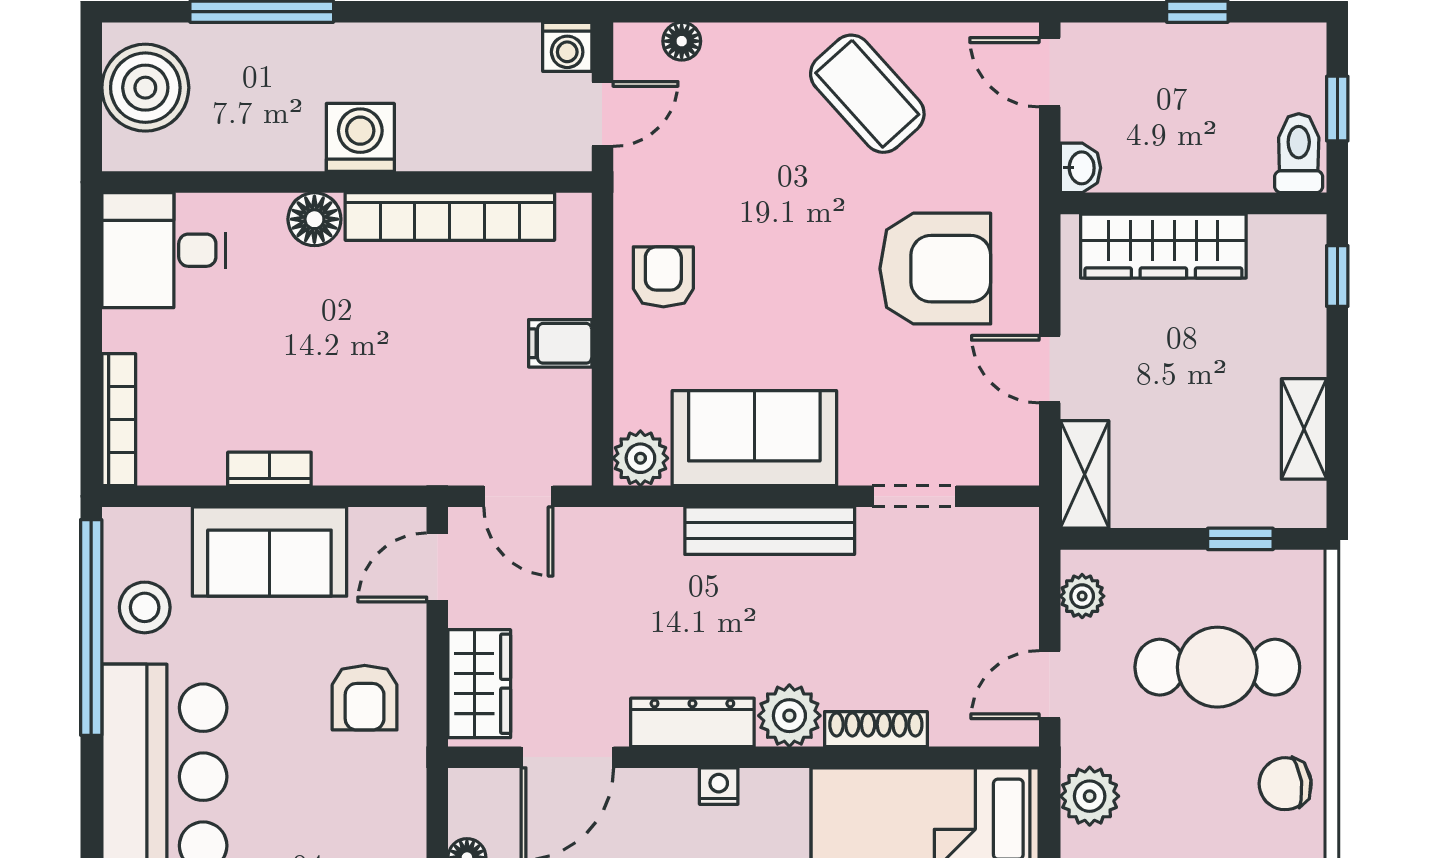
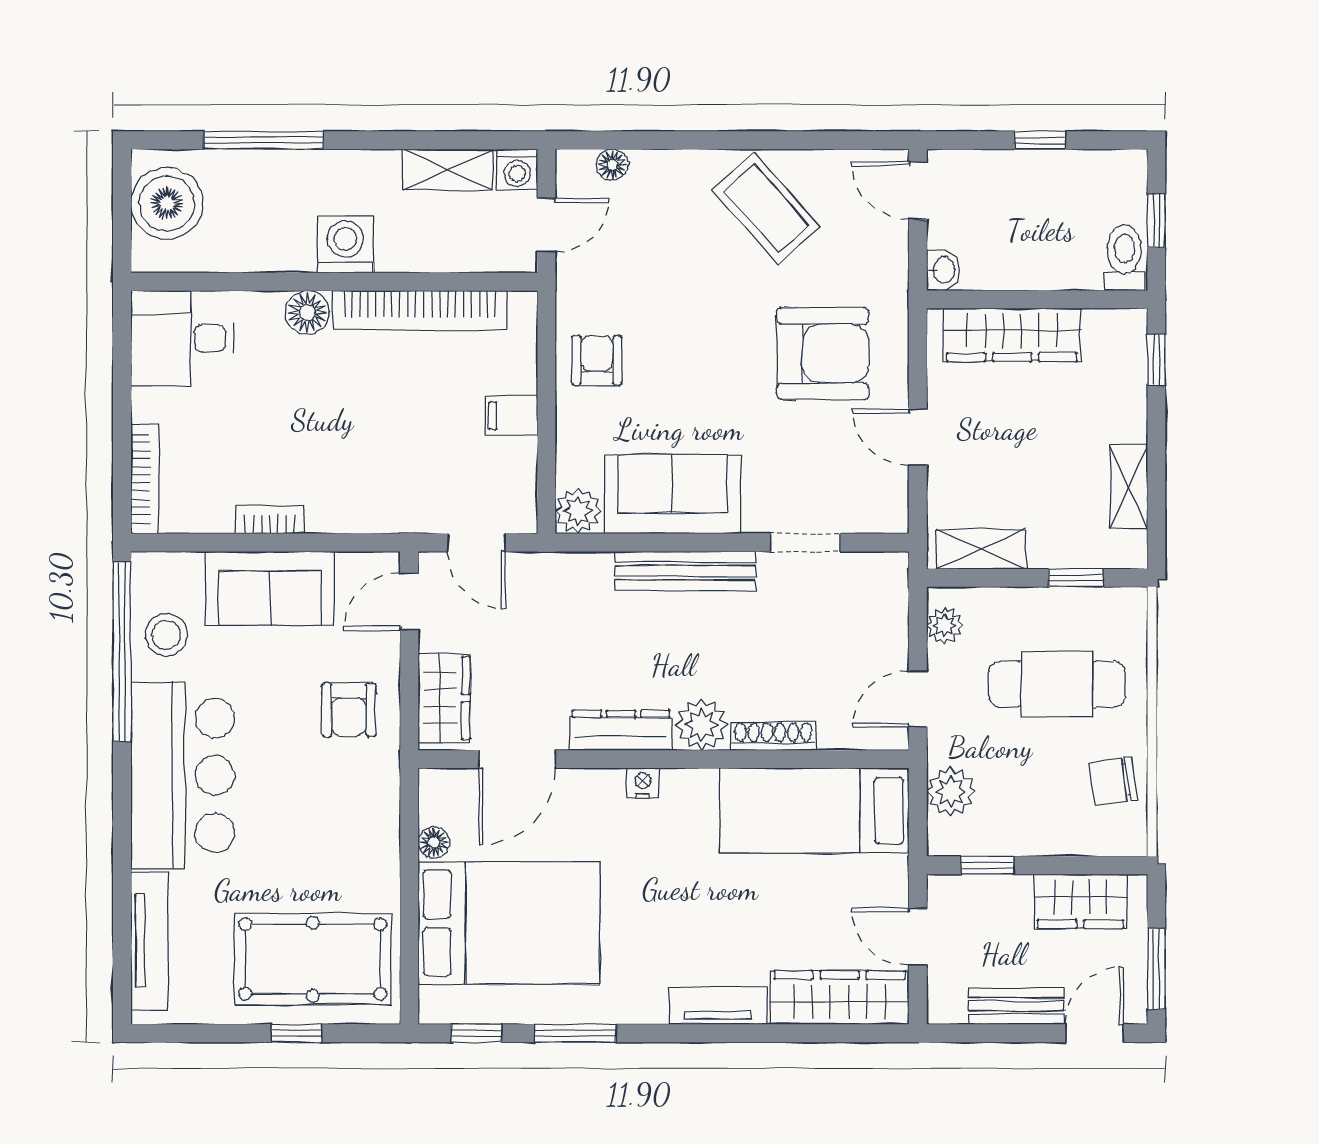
shelving: (484, 47) -> (448, 170), added
shelving: (1085, 474) -> (981, 549), moved, turned 90

